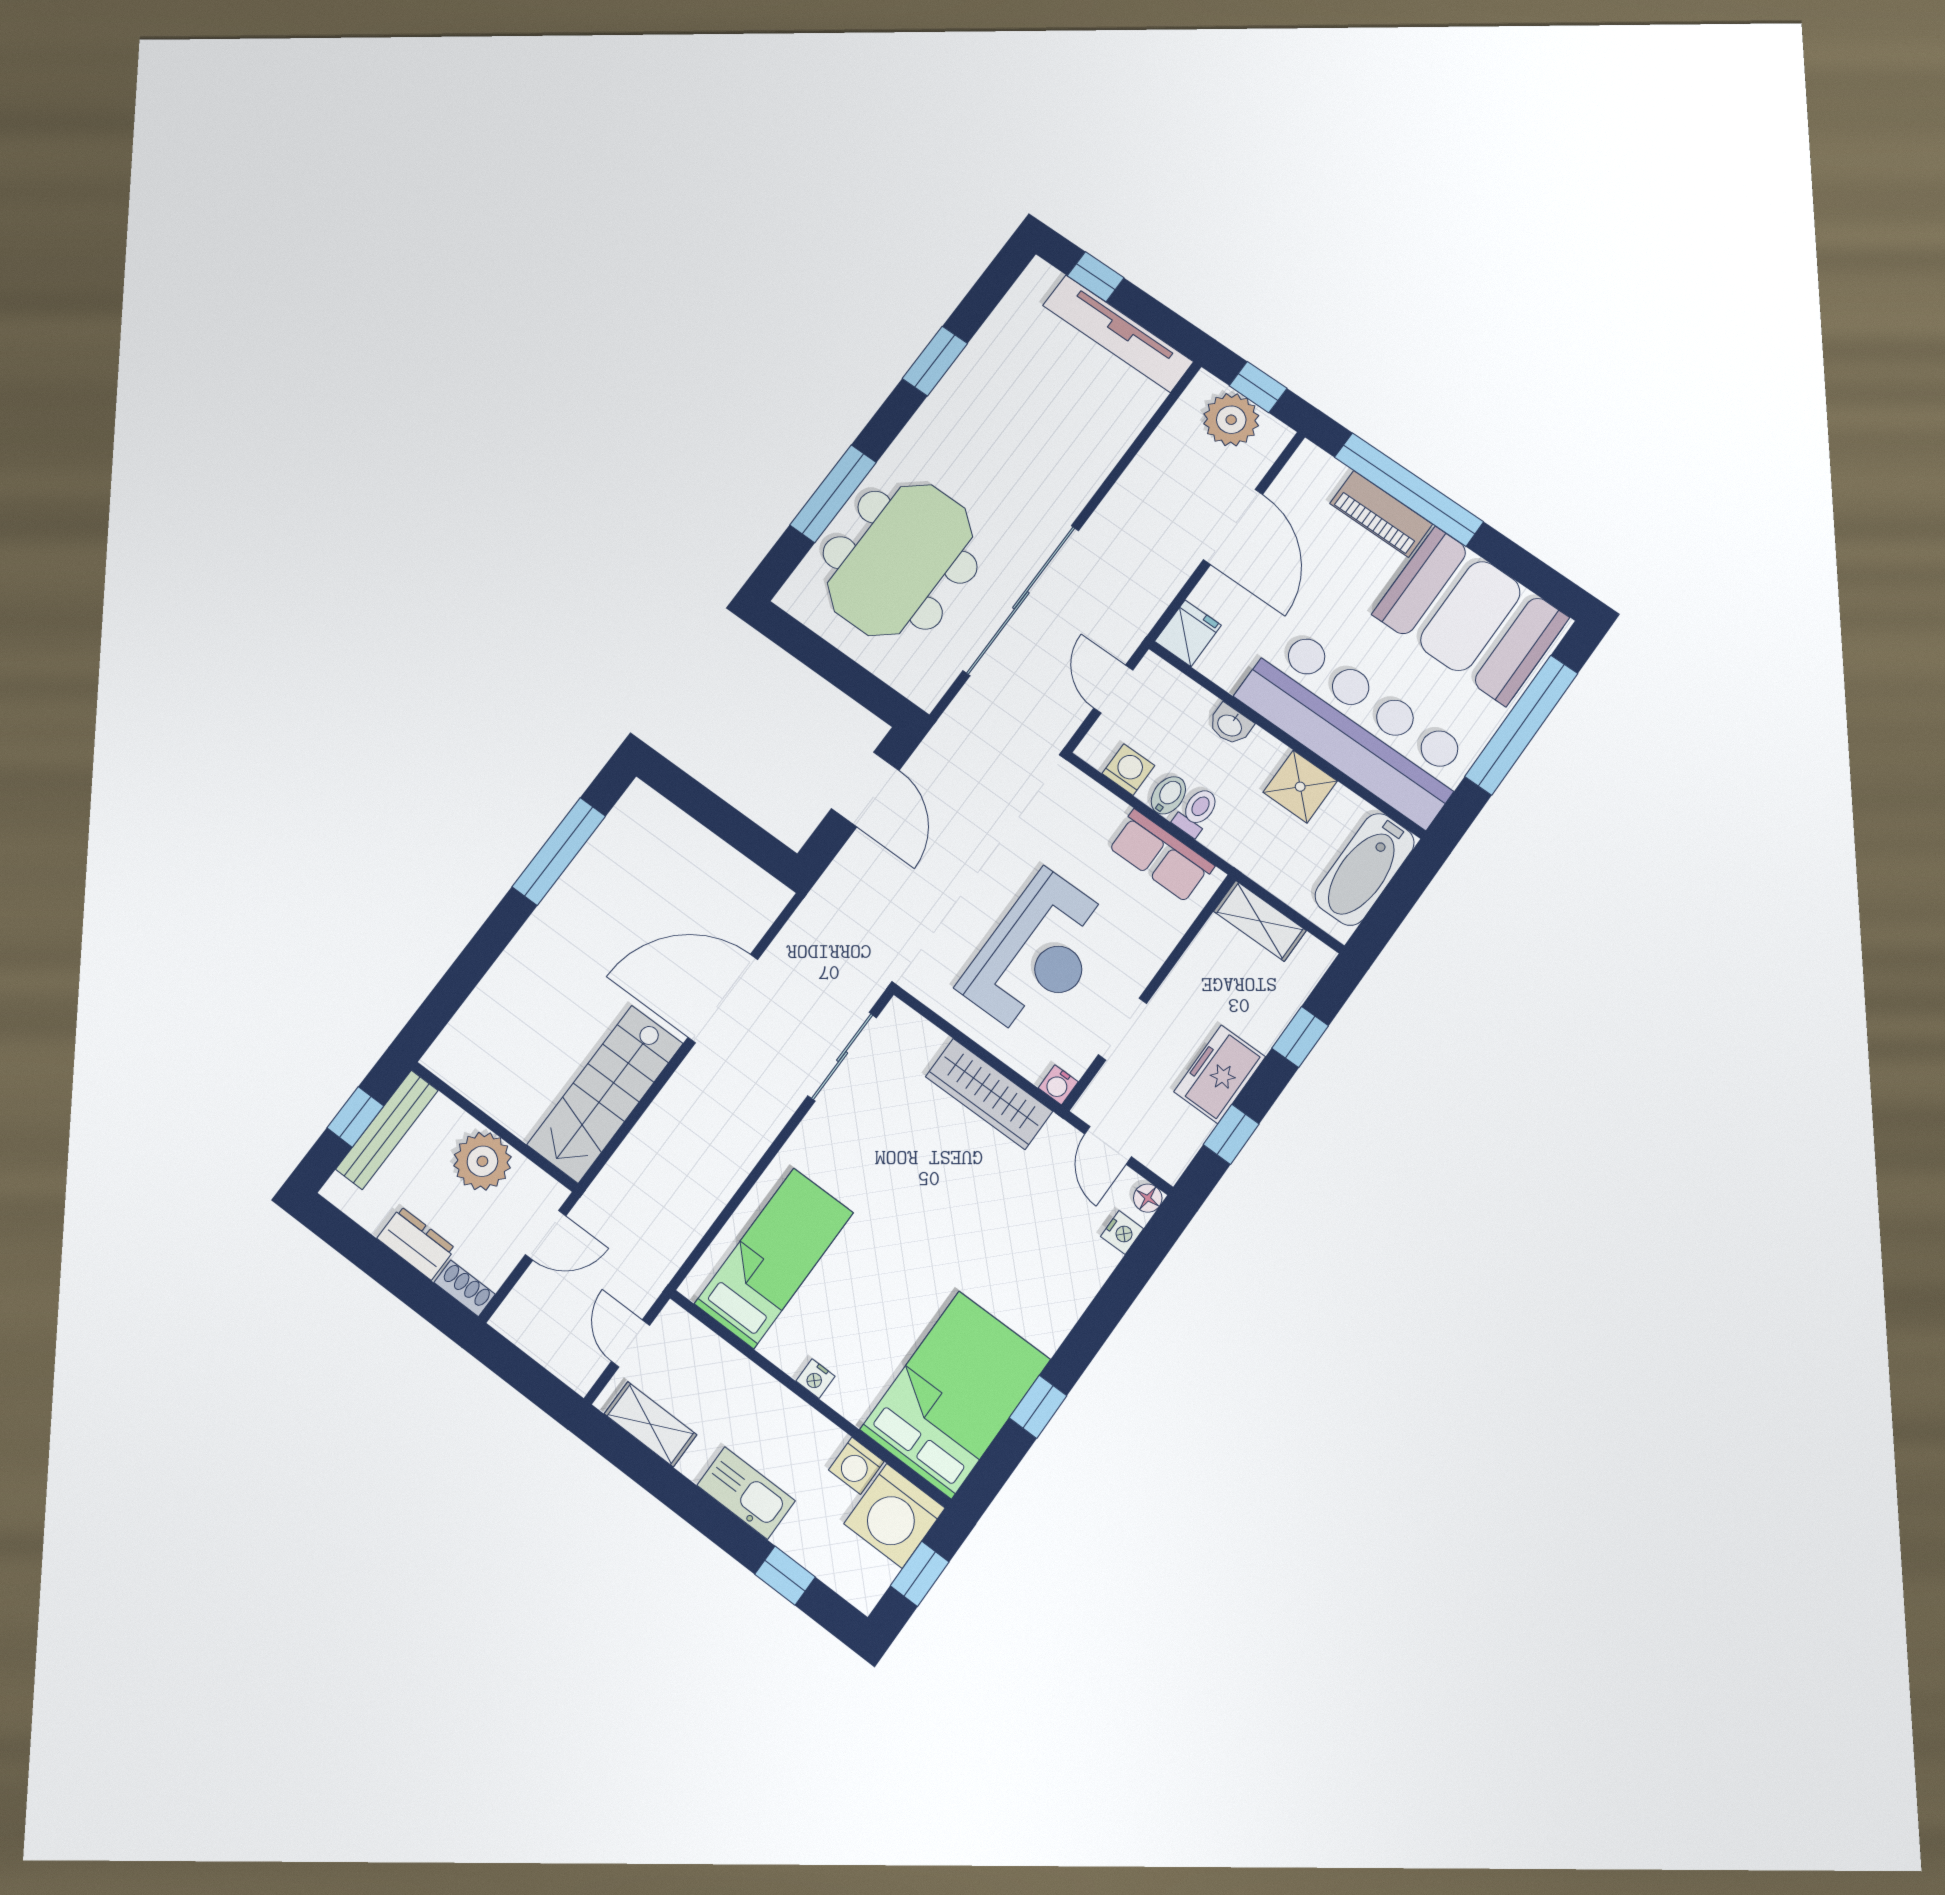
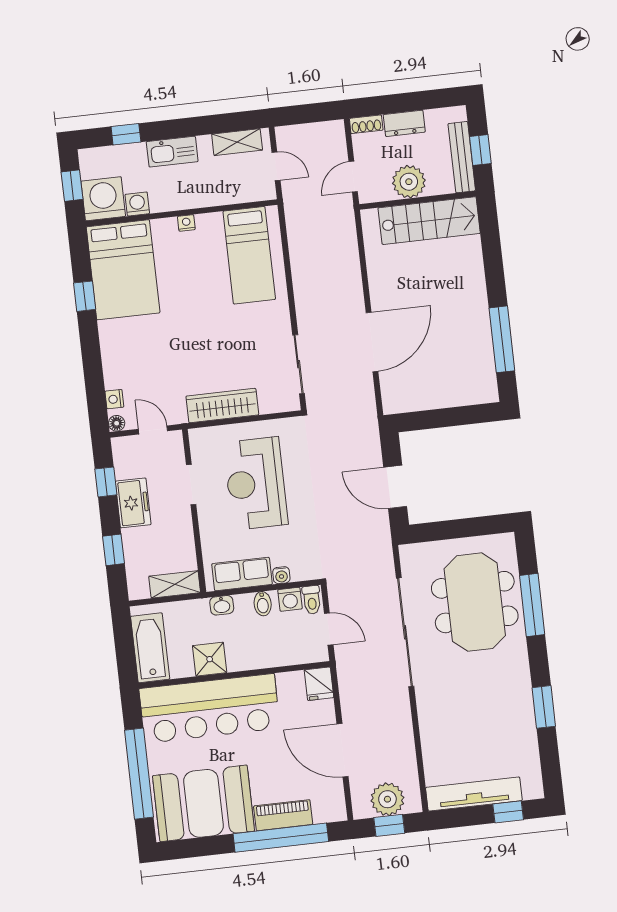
washbasin: (1230, 725) -> (222, 605), moved, turned 180
toilet: (1197, 812) -> (312, 600), moved
water cooler: (1058, 1085) -> (281, 575), moved, turned 180
stairs: (605, 1094) -> (429, 221), moved, turned 90

